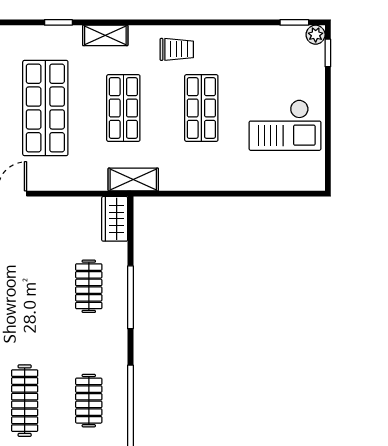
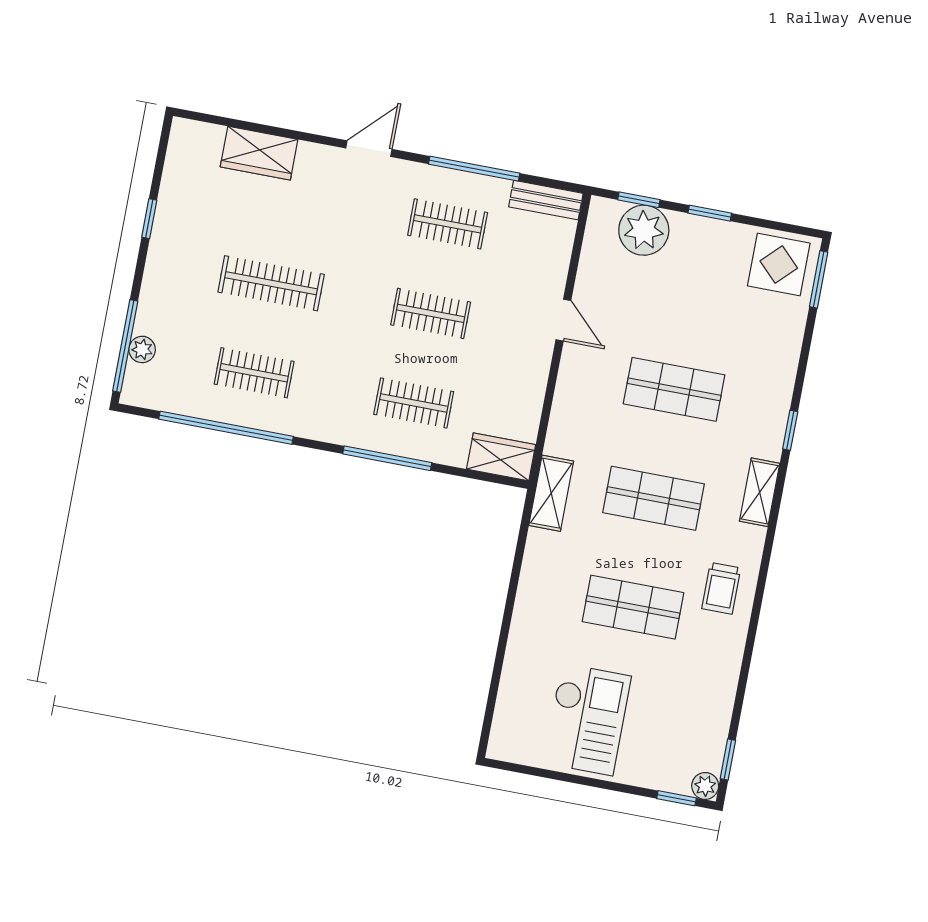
shop shelf: (45, 108) -> (674, 389), width x0.70, depth x0.74
checkout: (285, 125) -> (587, 719), turned 180
clothes rail: (25, 286) -> (431, 313), added

